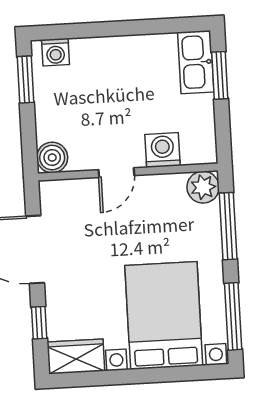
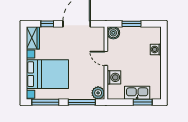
washing machine: (56, 52) -> (156, 49), moved
kitchen sink: (196, 62) -> (137, 93), moved
window: (26, 80) -> (131, 24), moved

